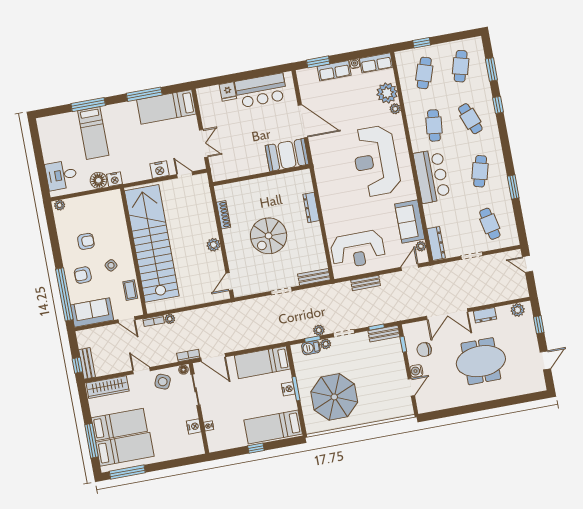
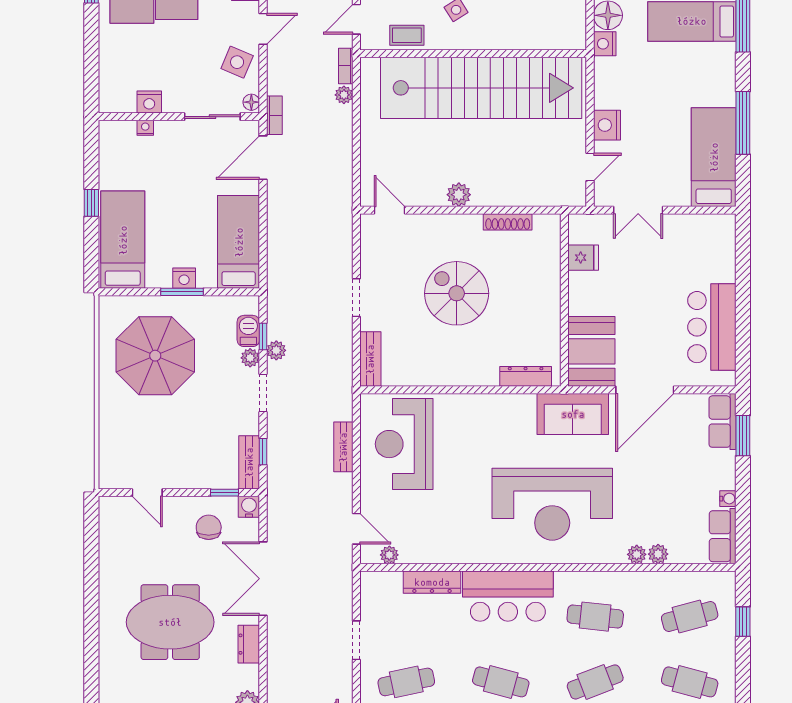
row of seats: (334, 71) -> (723, 422), moved
cafe table: (424, 73) -> (690, 617), turned -33
fridge: (228, 91) -> (583, 258), moved, turned 180
plant: (387, 93) -> (658, 554), width x0.53, depth x0.53
reception desk: (376, 161) -> (552, 504), turned 180
dresser: (311, 207) -> (526, 376), moved
sofa: (410, 222) -> (573, 414), moved, turned 180
dresser: (436, 243) -> (432, 582), moved
meeting table: (481, 361) -> (170, 622), turned 90
water cooler: (416, 371) -> (249, 507), moved

